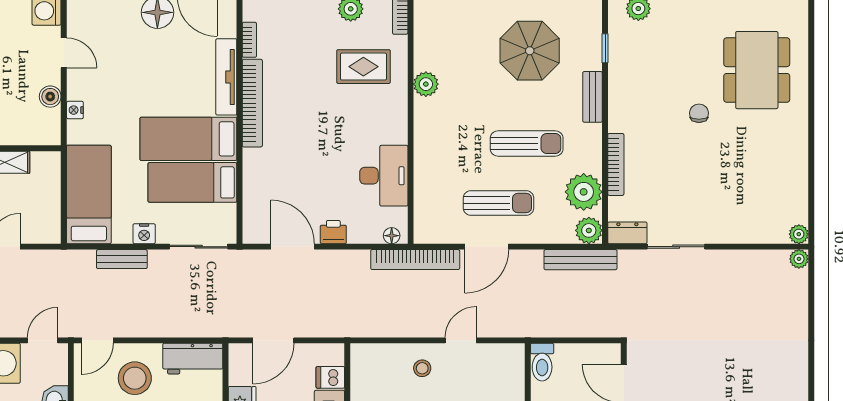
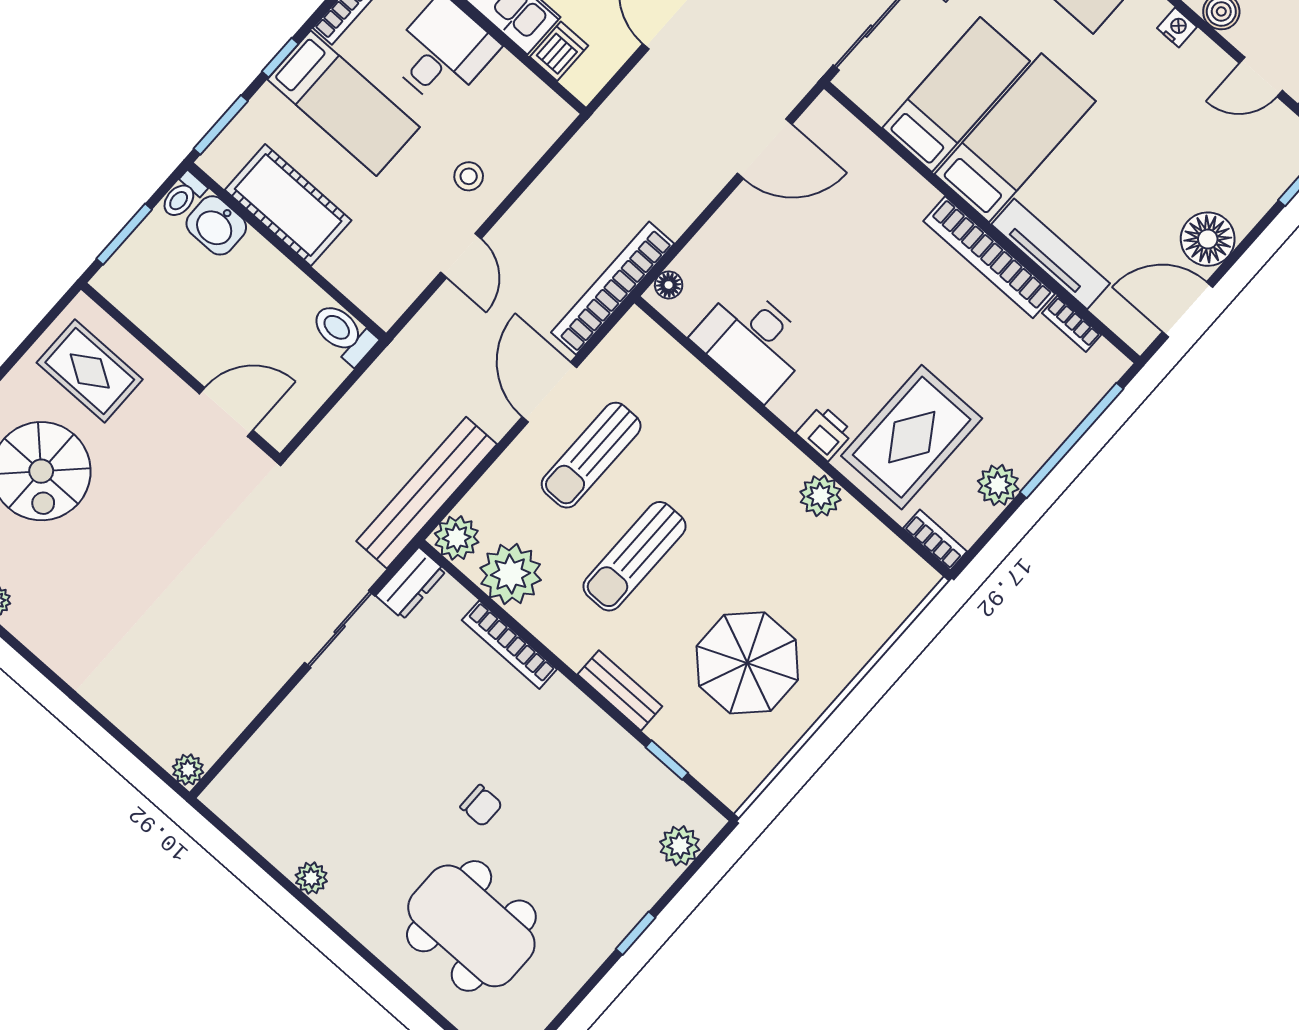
rug: (363, 67) -> (912, 437), width x1.36, depth x1.43
printer: (333, 232) -> (825, 433), moved, turned -90
plant: (799, 234) -> (311, 878), moved
bench: (580, 260) -> (427, 493), width x1.37, depth x1.21

